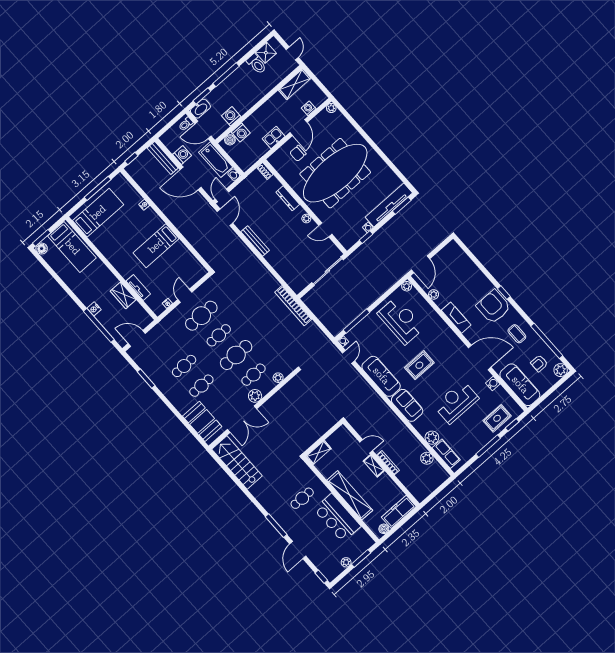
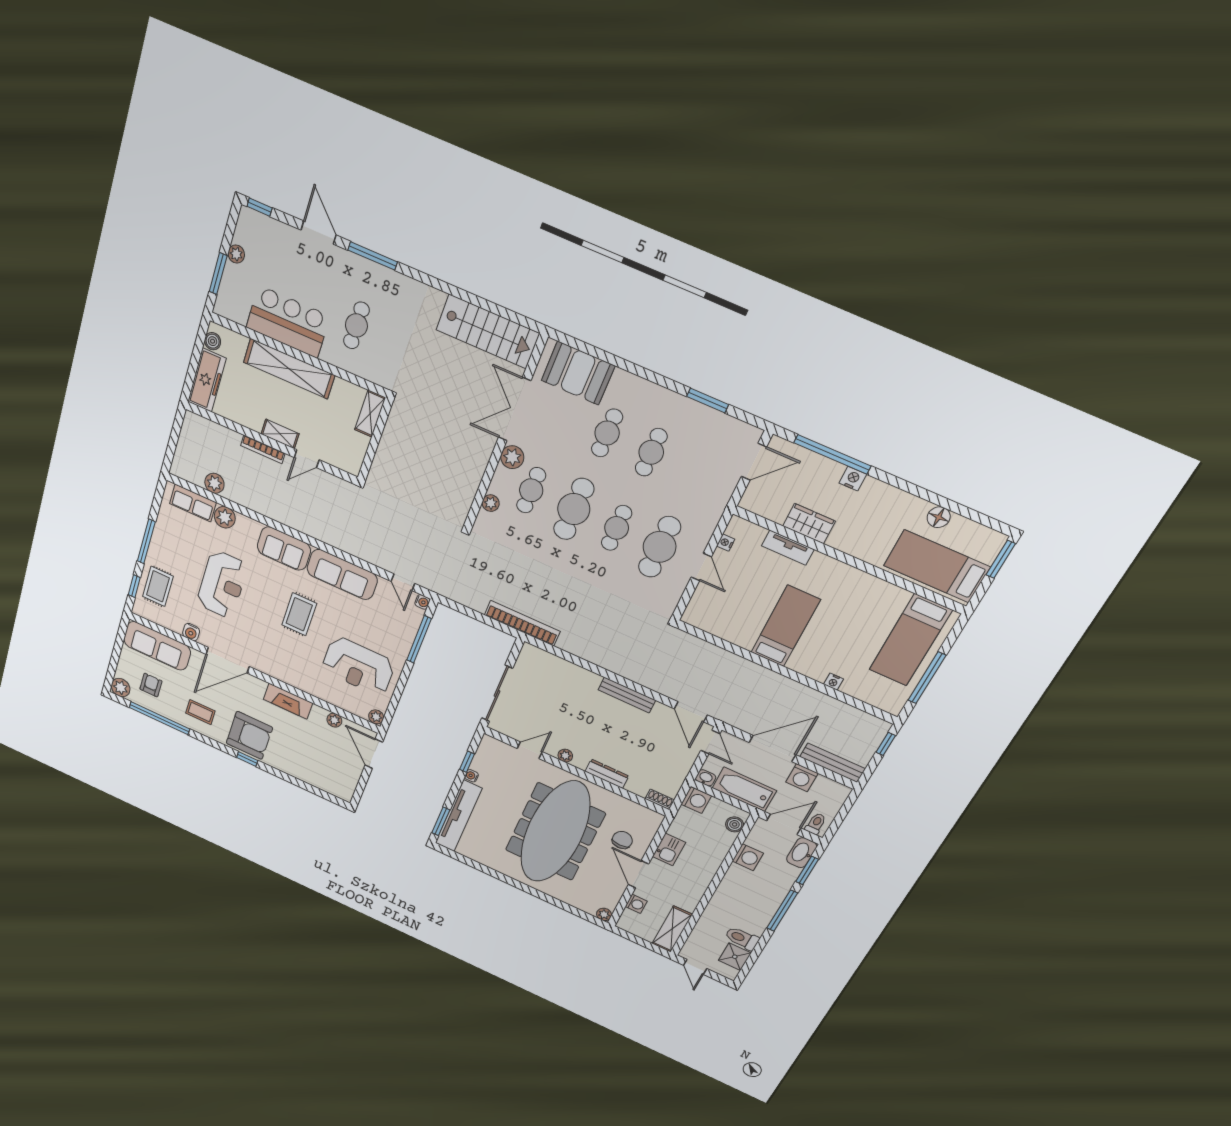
washing machine: (241, 132) -> (696, 800), moved, turned 180
floor lamp: (42, 249) -> (939, 517), moved

